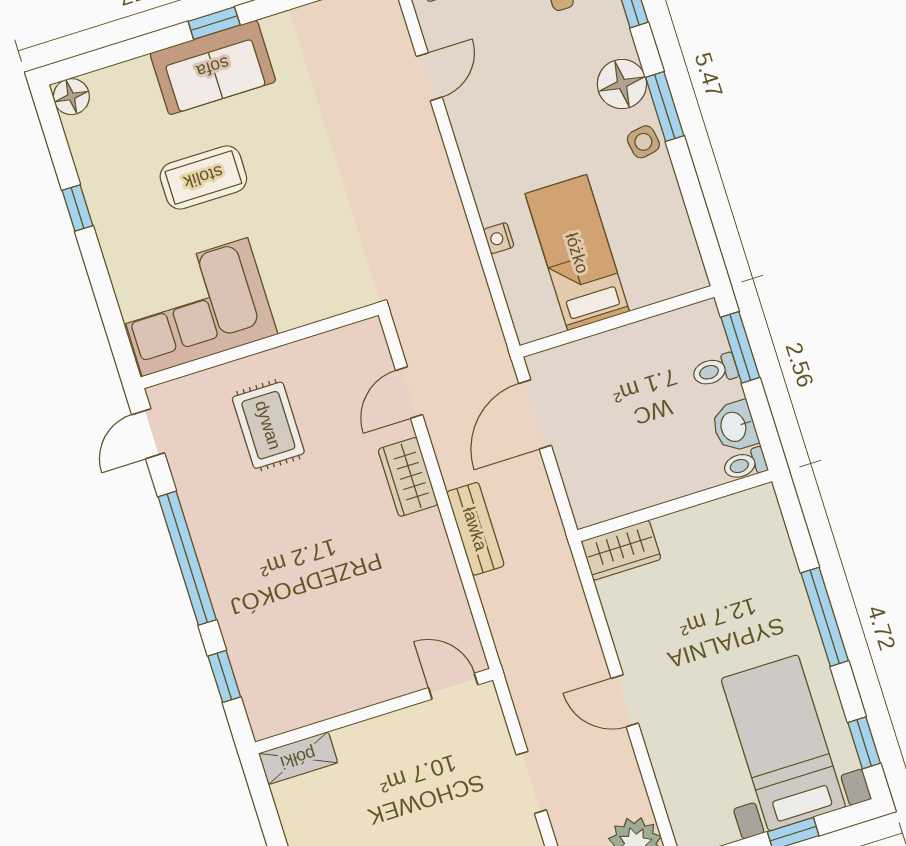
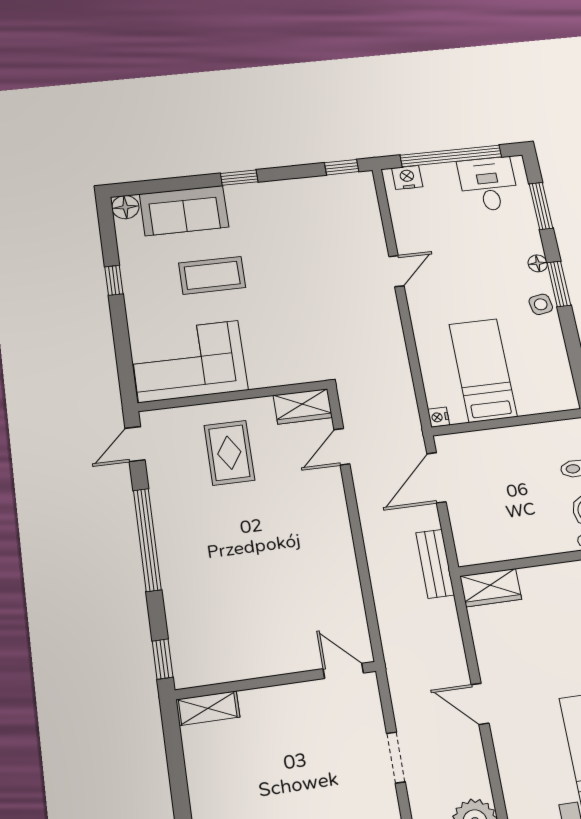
sofa: (213, 67) -> (184, 211), moved
door: (429, 77) -> (396, 271), moved
floor lamp: (622, 84) -> (538, 263), width x0.53, depth x0.53
nightstand: (499, 238) -> (439, 417), moved
wardrobe: (408, 477) -> (303, 406), moved, turned -90
bench: (475, 529) -> (435, 564), moved
window: (224, 676) -> (163, 659), moved

